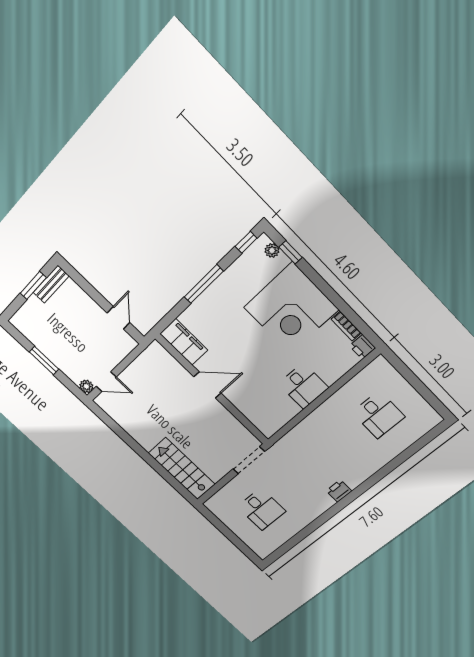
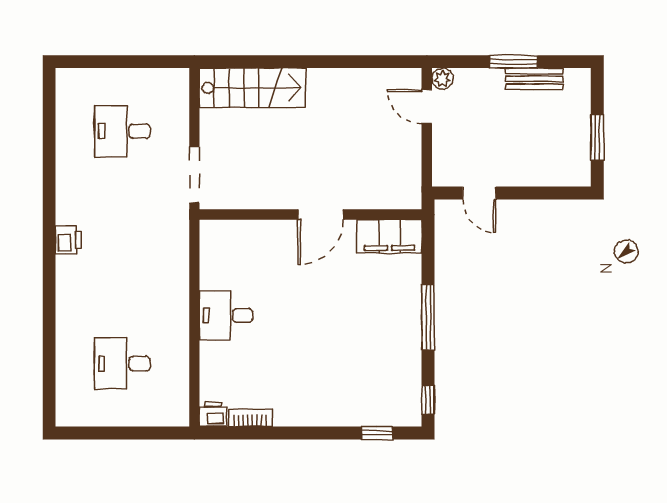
plant: (272, 250) -> (396, 417), removed
bench: (51, 284) -> (534, 79), moved, turned 90
corner desk: (291, 309) -> (320, 380), removed
door: (106, 382) -> (427, 107), hinge flipped

